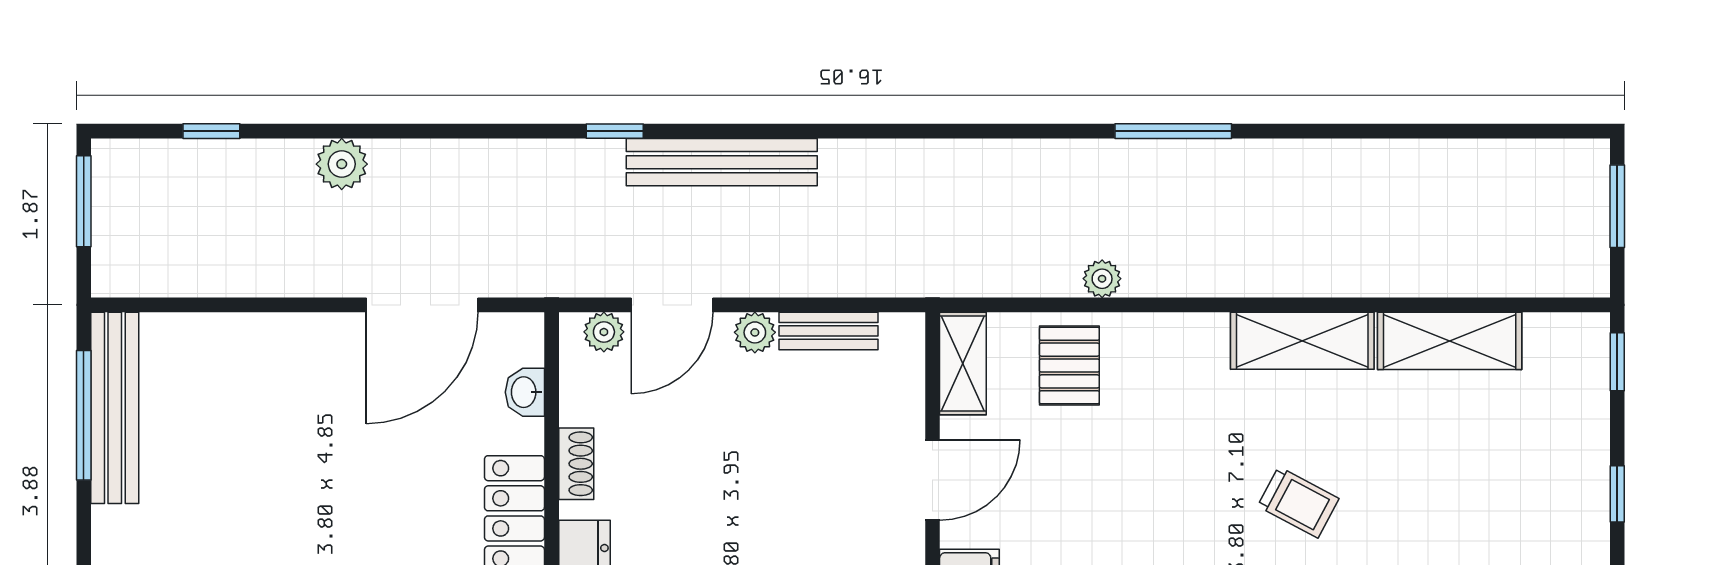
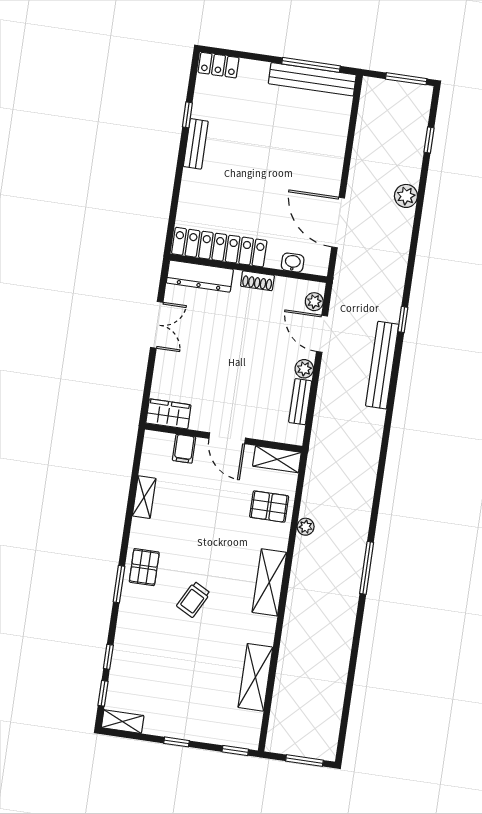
shelving: (1302, 341) -> (269, 582), moved

